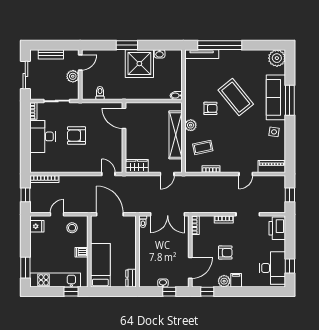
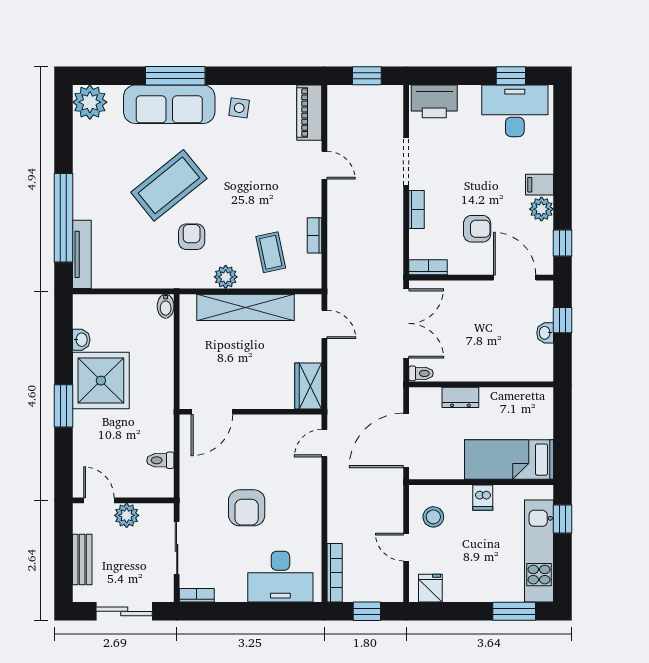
desk: (43, 136) -> (280, 577), moved
armchair: (225, 253) -> (477, 229), moved, turned 90
dresser: (131, 278) -> (460, 397), moved

